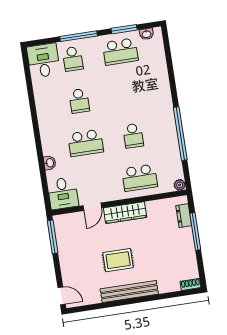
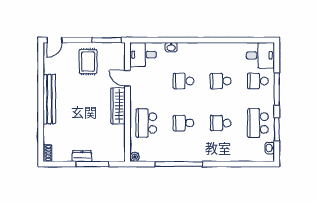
school desk: (127, 94) -> (221, 123), added
school desk: (86, 143) -> (183, 81), width x0.54
dresser: (184, 216) -> (82, 156), moved
rug: (118, 260) -> (88, 62), moved

